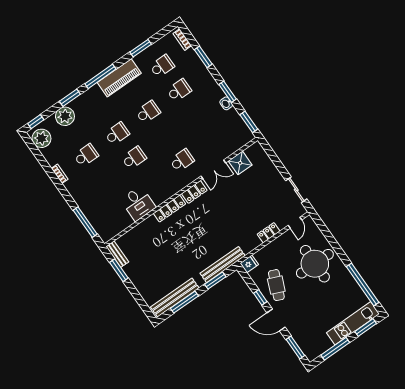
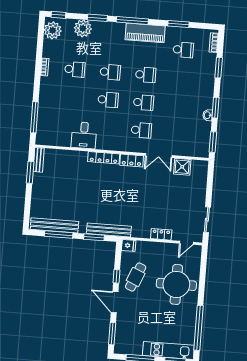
school desk: (179, 90) -> (144, 102), moved

